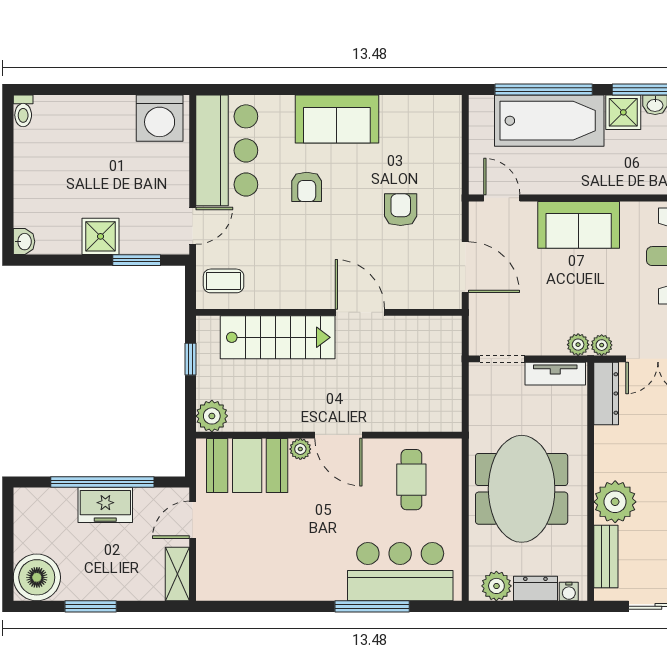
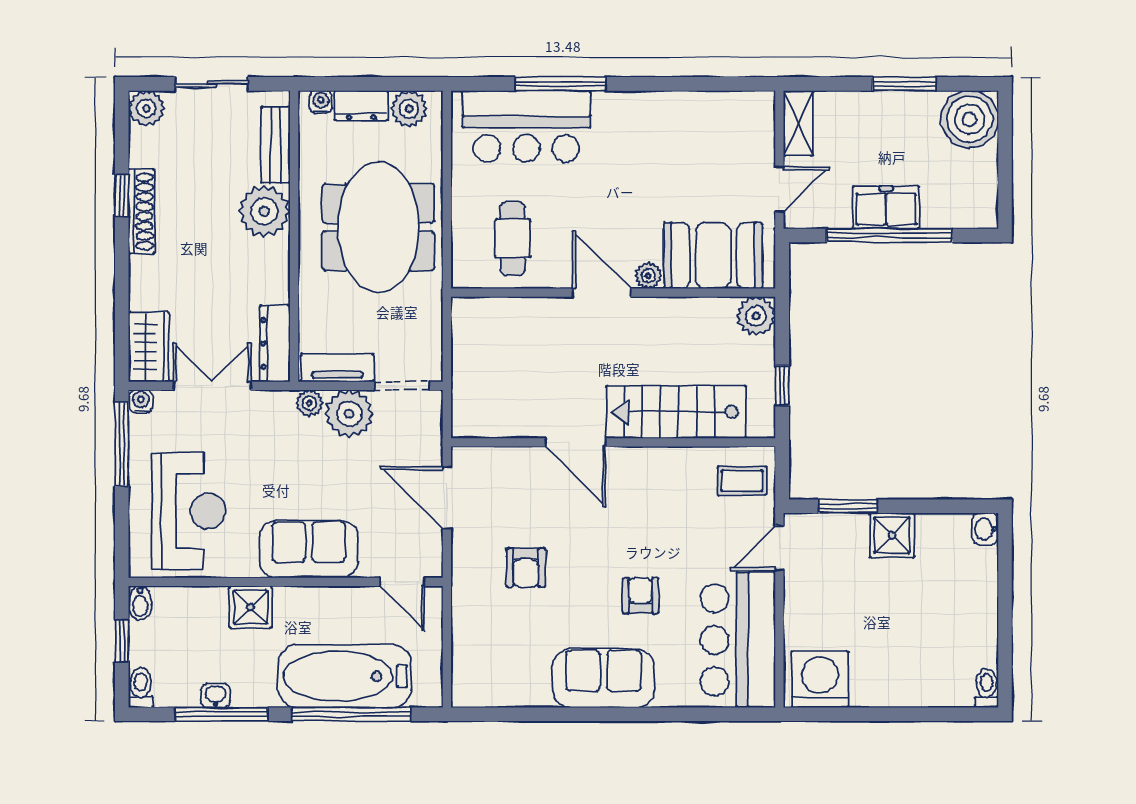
shower: (623, 112) -> (251, 607), moved
plant: (602, 345) -> (349, 414), moved, width x1.87, depth x1.87

